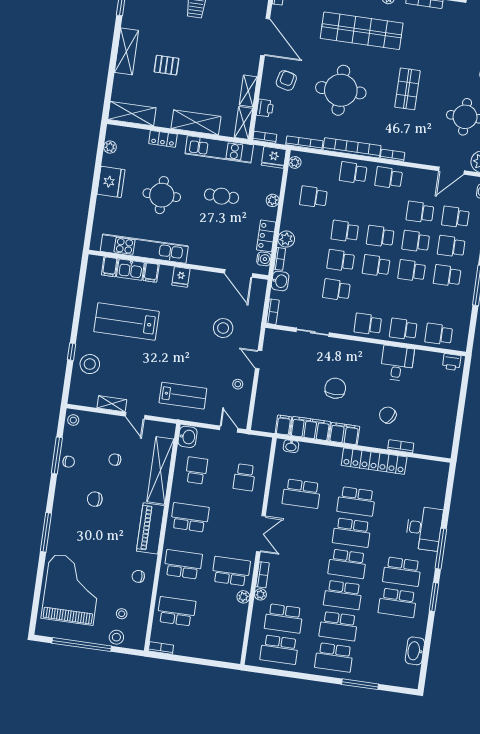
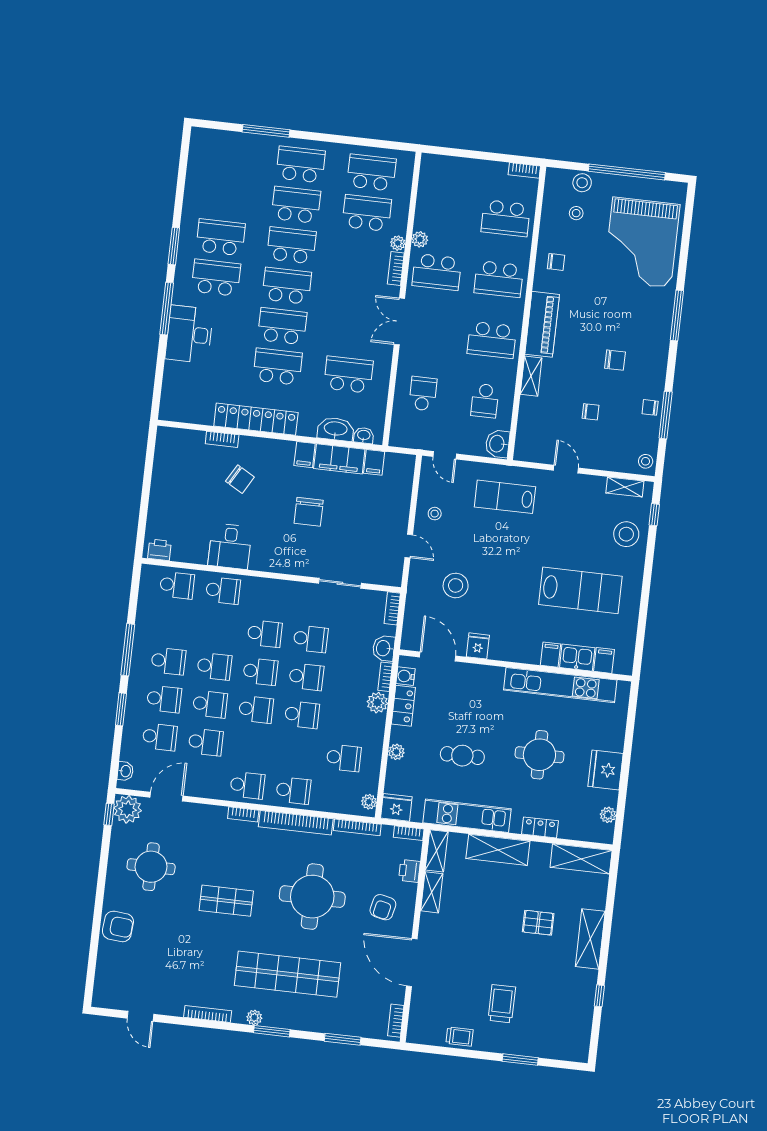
shop shelf: (407, 89) -> (226, 901), turned 90
fridge: (181, 277) -> (478, 646), moved
school desk: (368, 324) -> (265, 634), moved
window: (72, 352) -> (654, 515), moved
shelving: (112, 404) -> (625, 487), moved
filing cabinet: (344, 434) -> (305, 455), width x0.50
shelving: (160, 470) -> (531, 376), width x0.45, depth x0.75
washbasin: (415, 651) -> (336, 429), moved, turned -90

